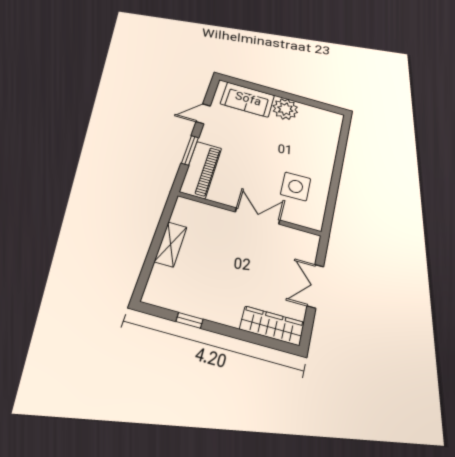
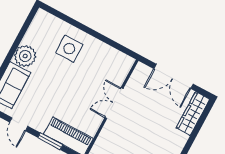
side table: (296, 186) -> (69, 49), moved
double door: (315, 286) -> (174, 76), width x1.37

